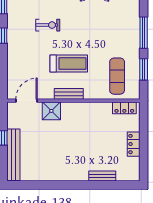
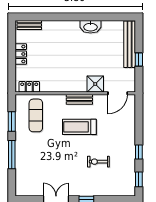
washbasin: (57, 174) -> (90, 27), added
bench: (102, 176) -> (29, 25), moved

